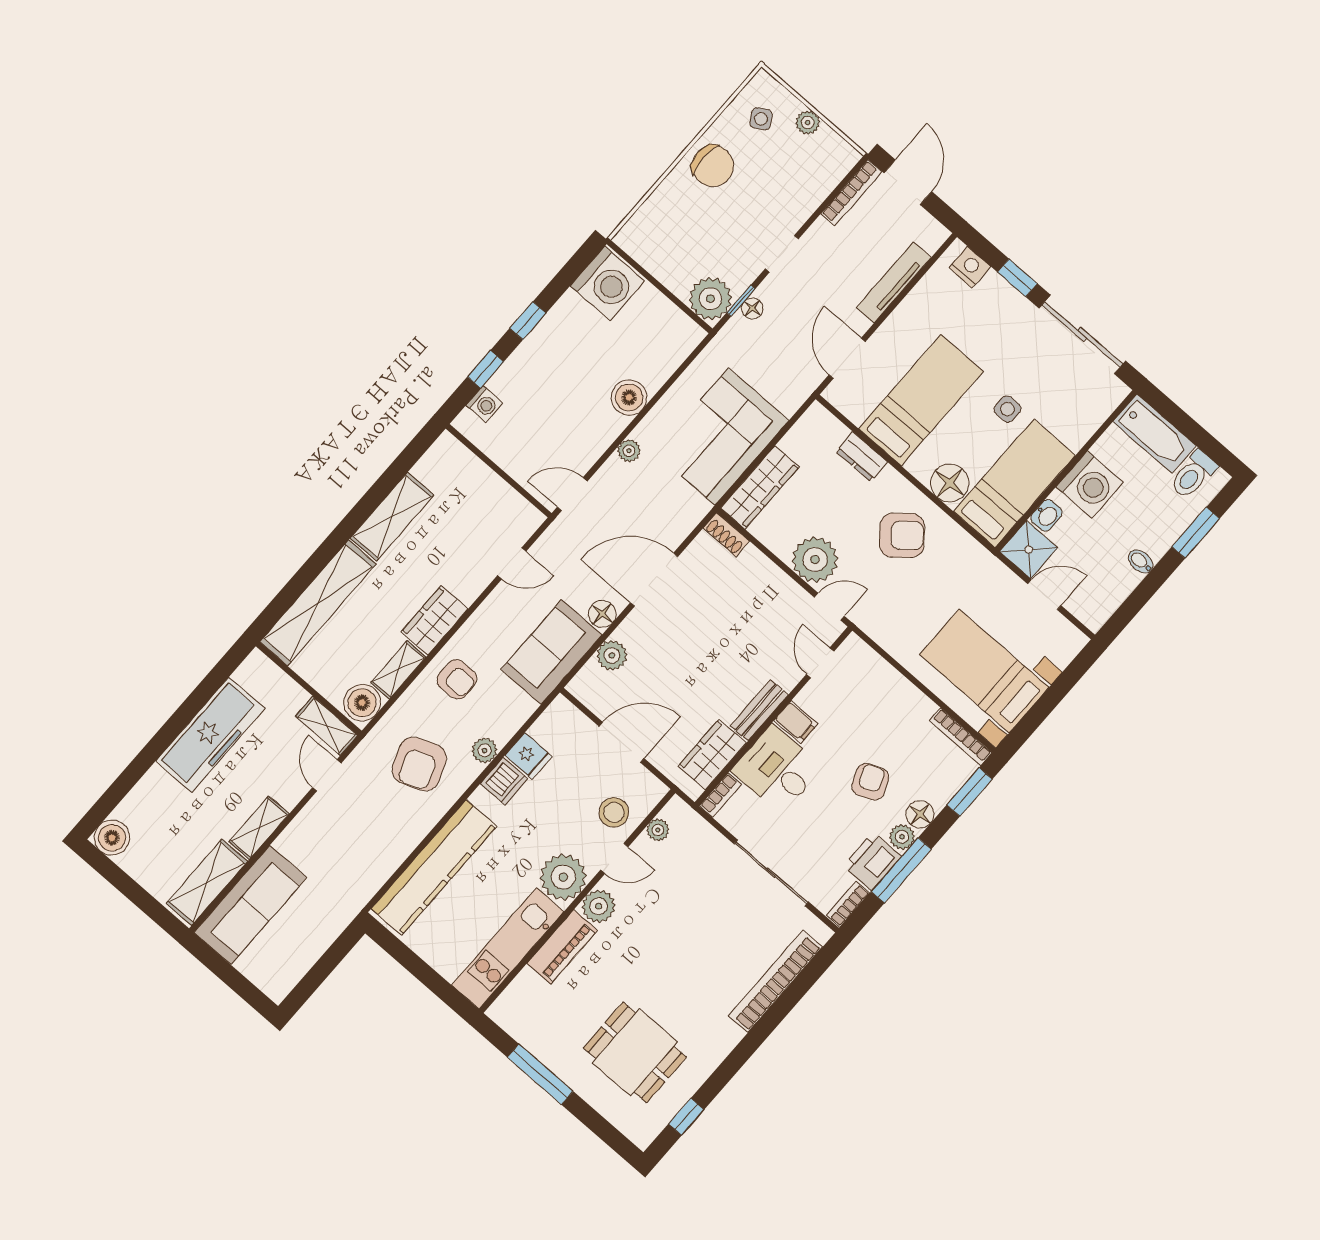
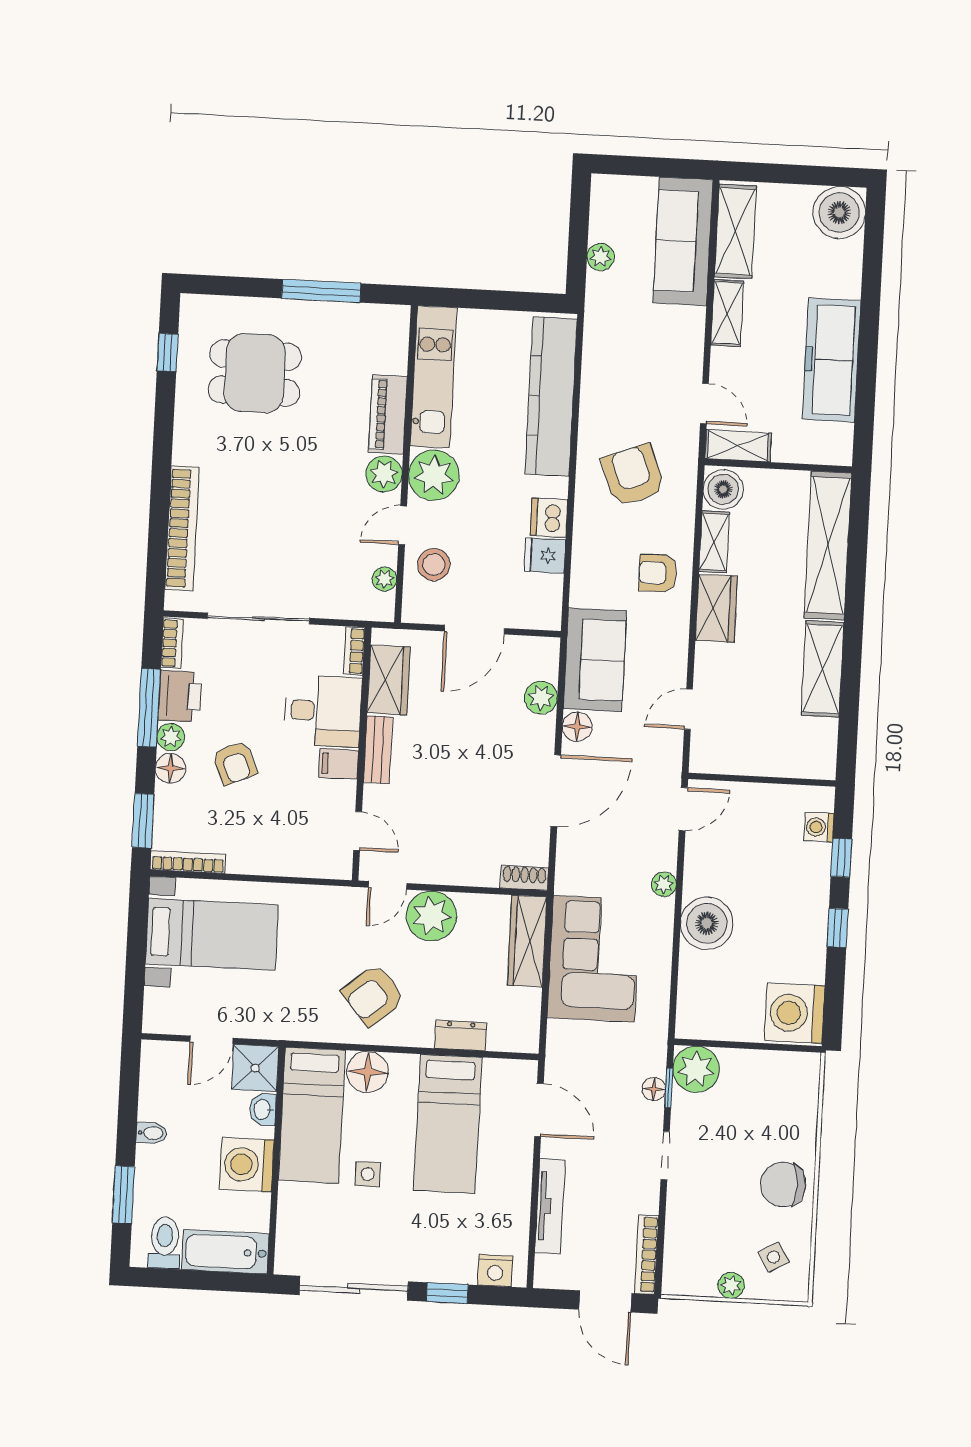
boiler: (629, 397) -> (707, 923), width x1.37, depth x1.37
plant: (485, 750) -> (601, 257), moved
boiler: (112, 838) -> (839, 213), width x1.37, depth x1.37

